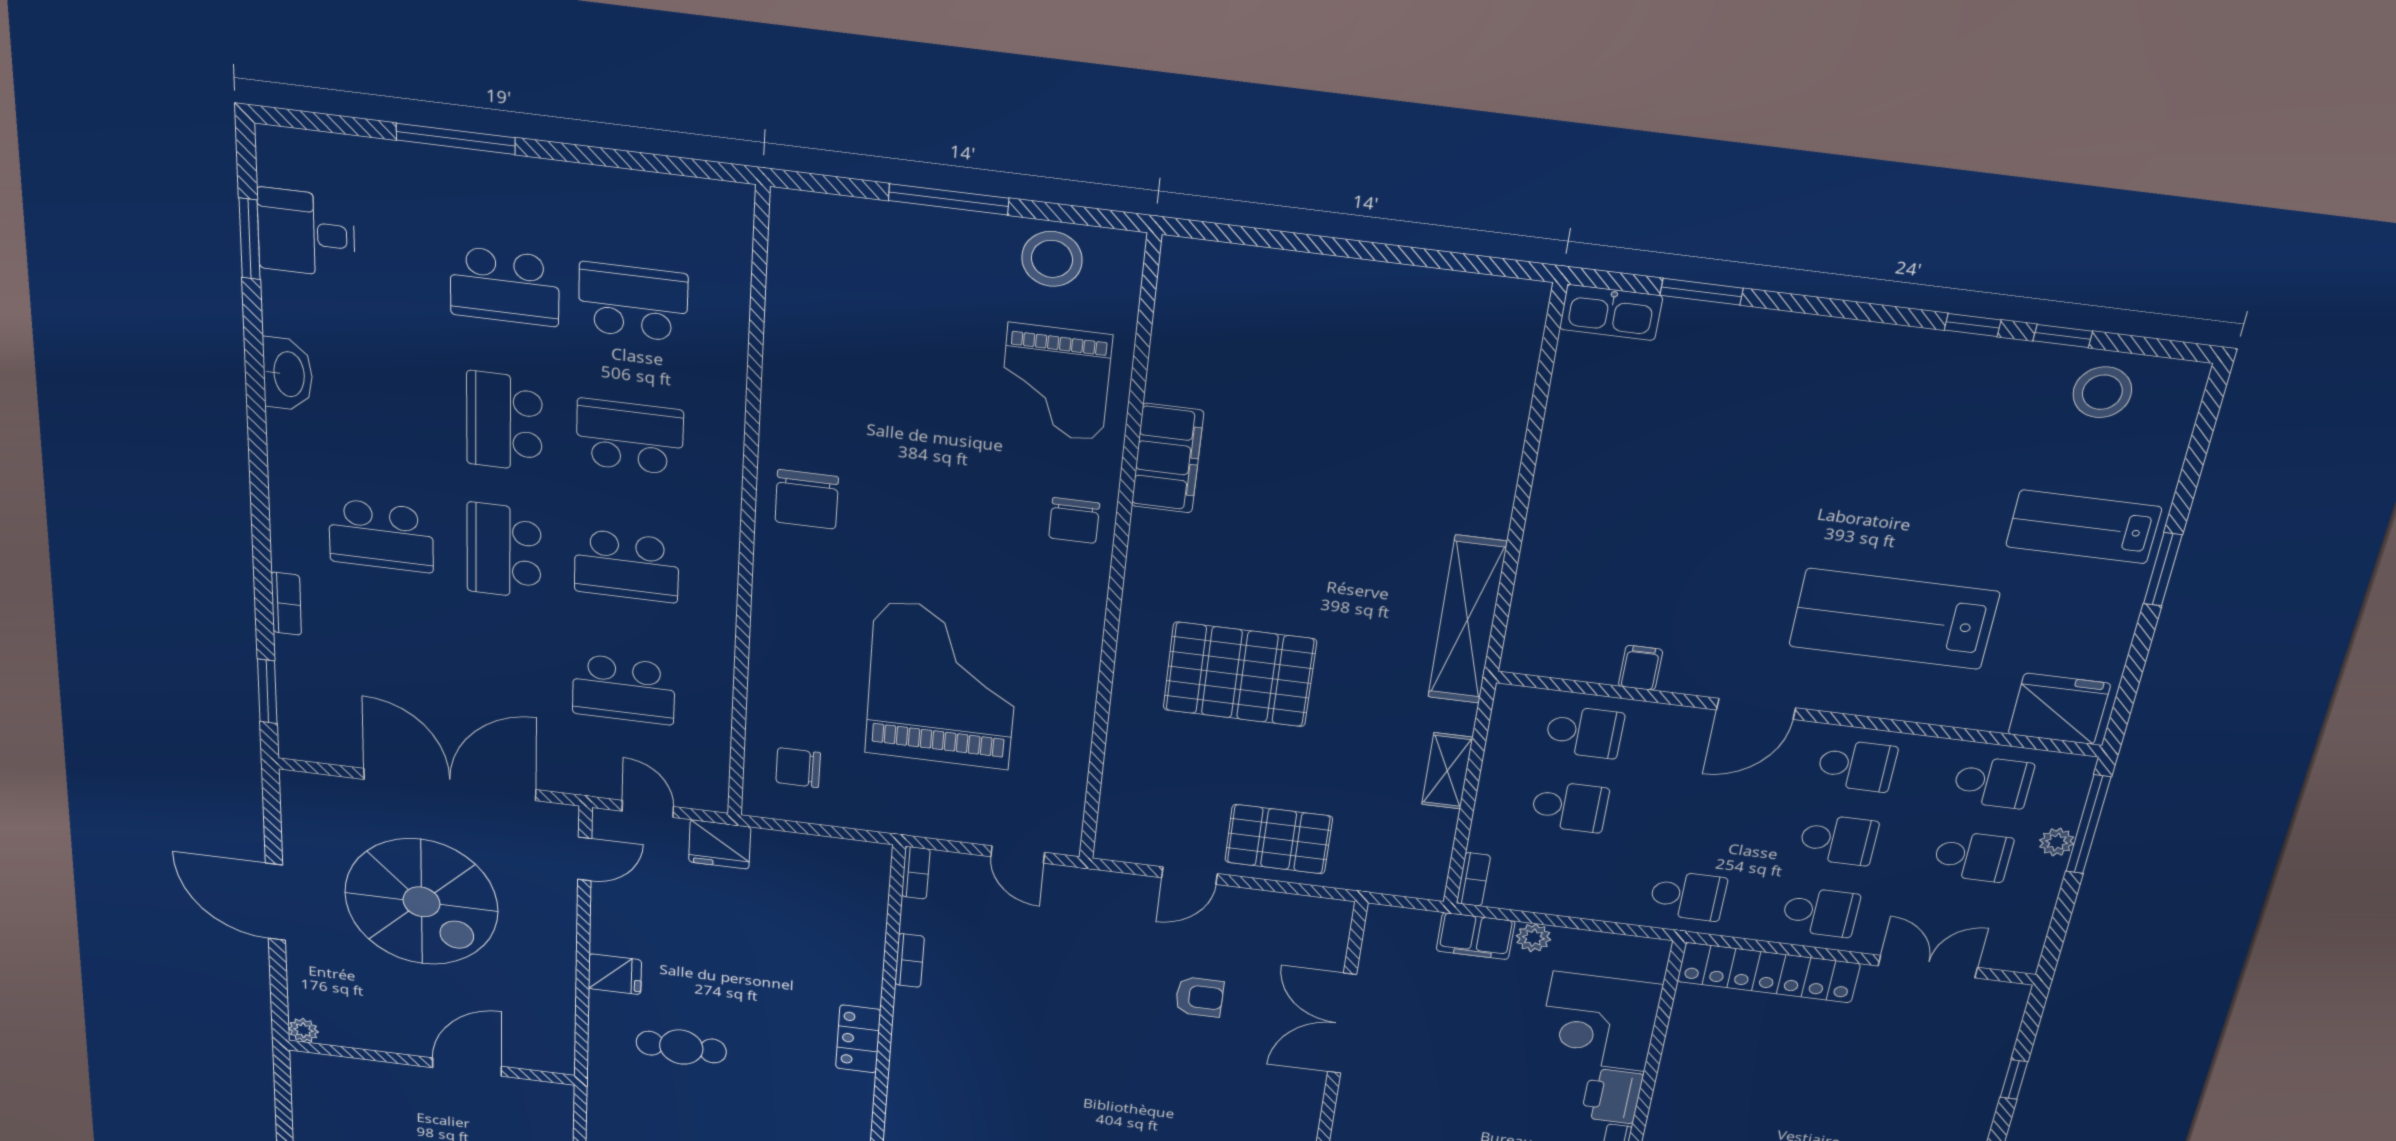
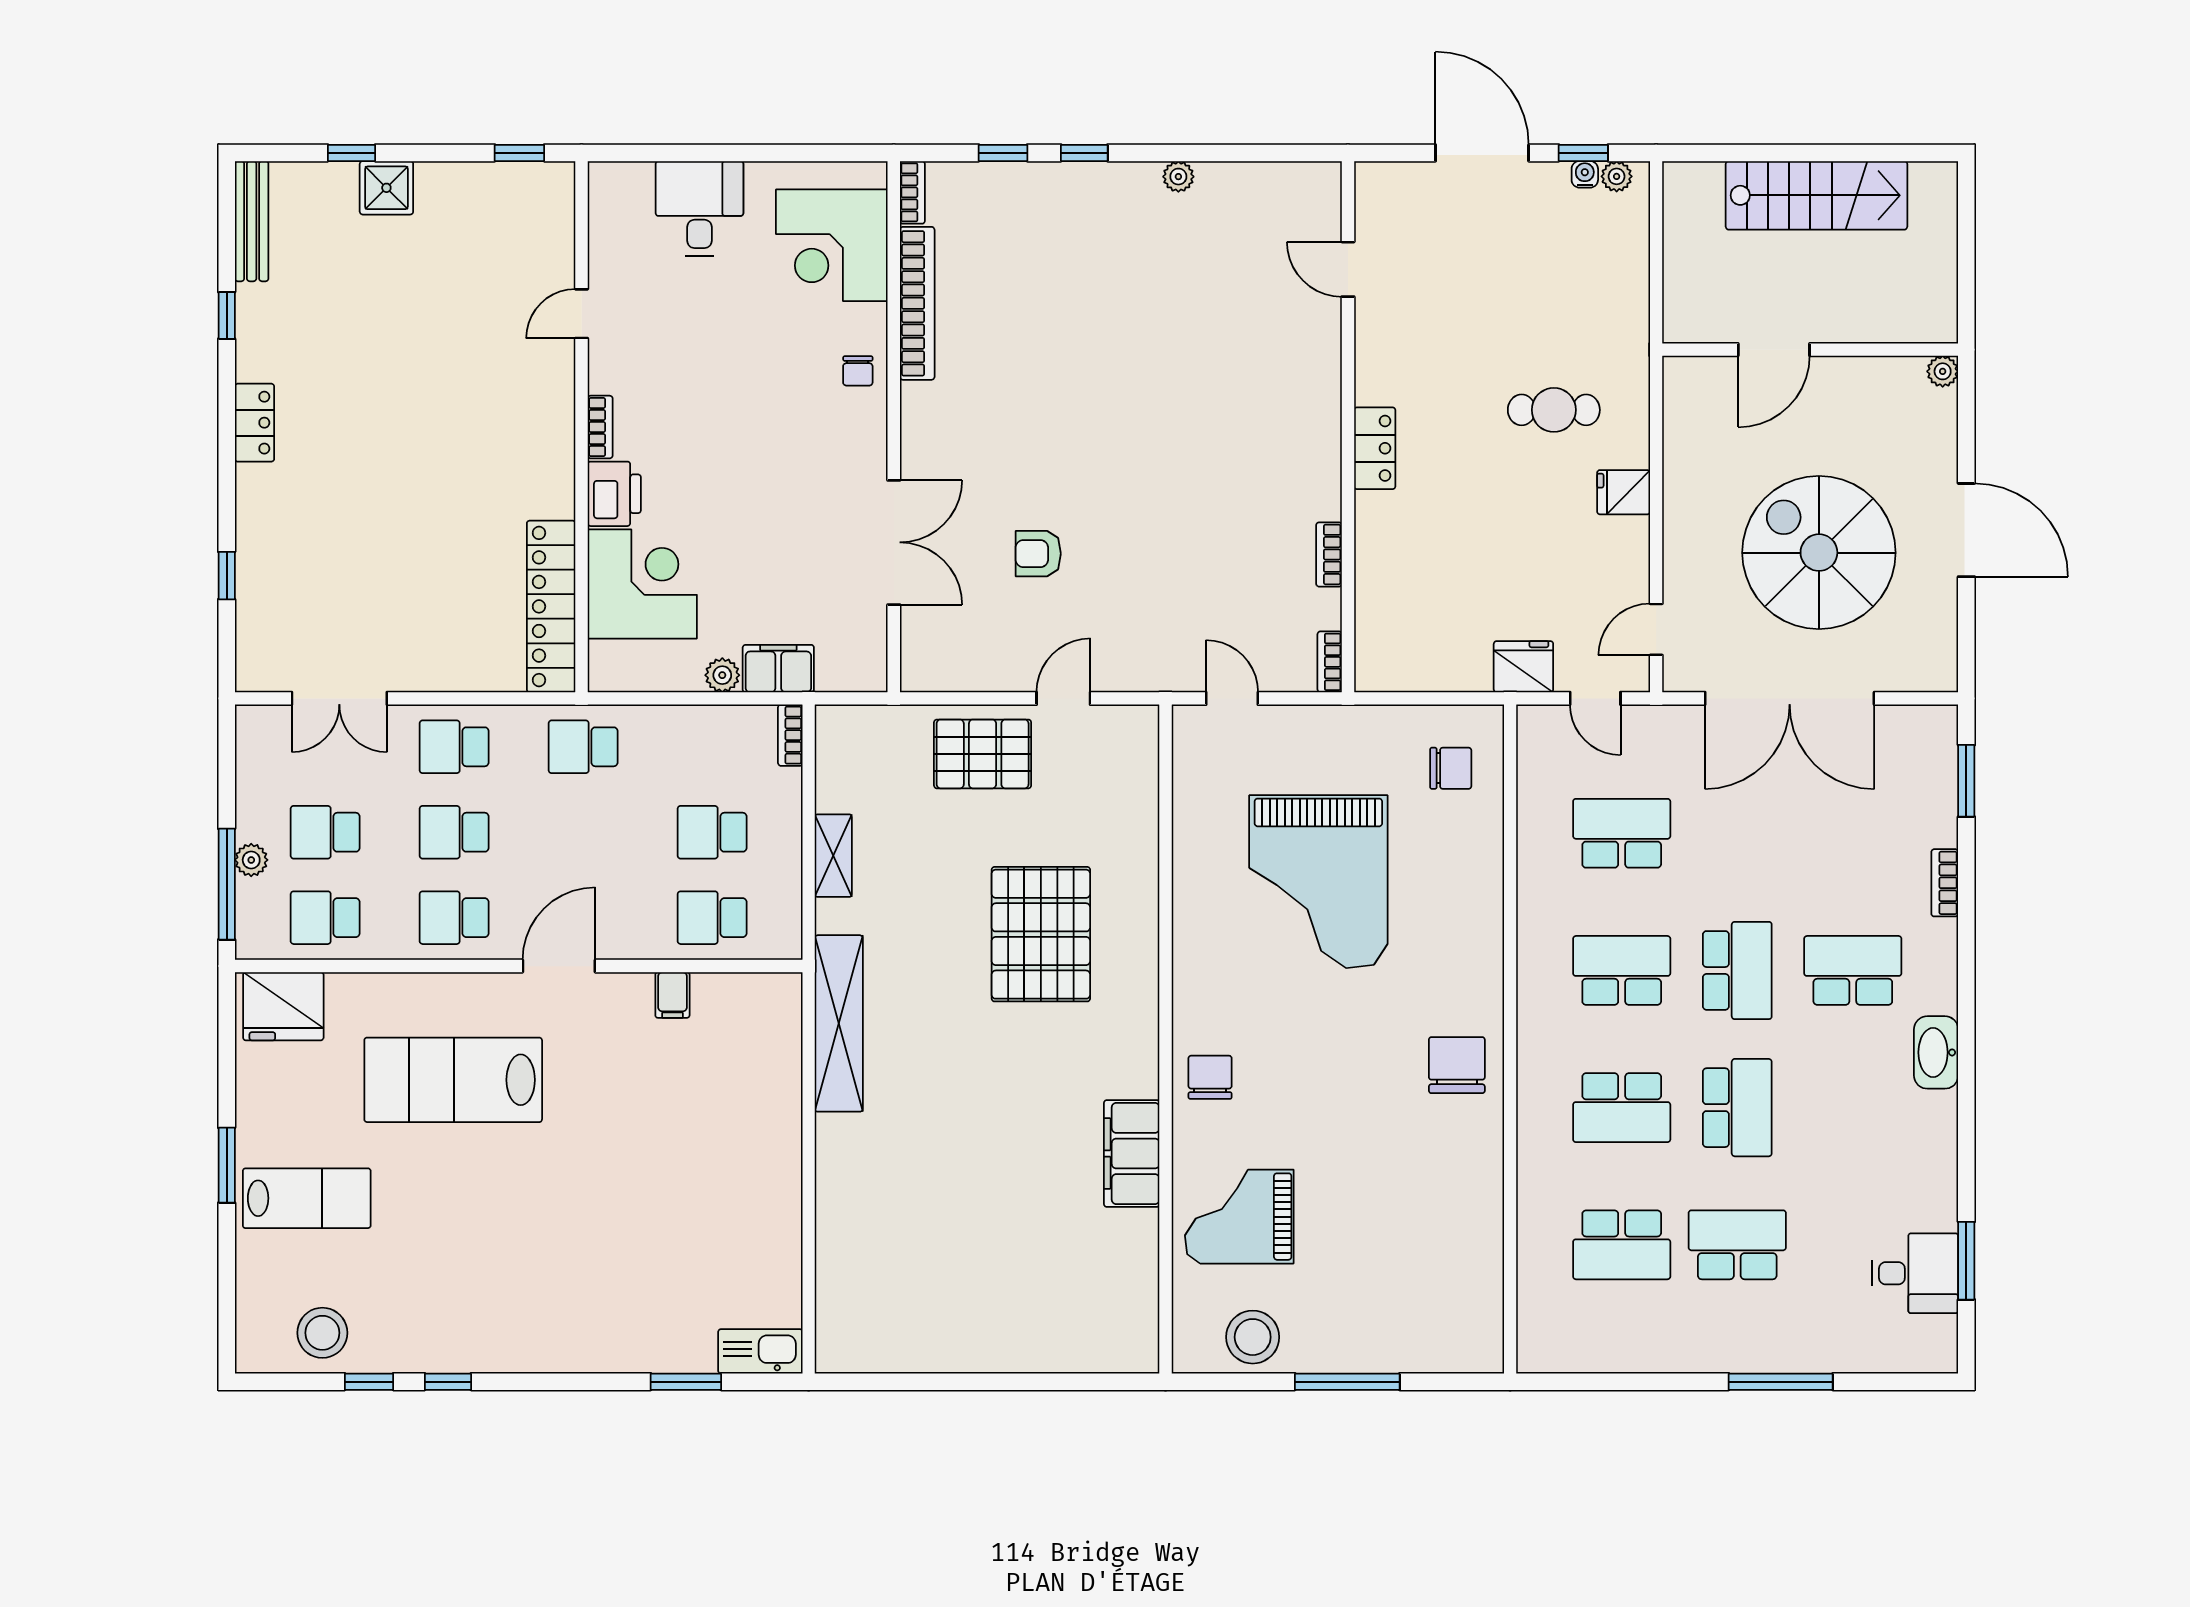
washbasin: (288, 374) -> (1936, 1052), moved
grand piano: (1055, 382) -> (1239, 1217), turned -90
lab bench: (1894, 619) -> (453, 1080), turned 180
pallet: (1240, 675) -> (1041, 934), turned 90
locker: (1769, 973) -> (551, 606), moved, turned -90

